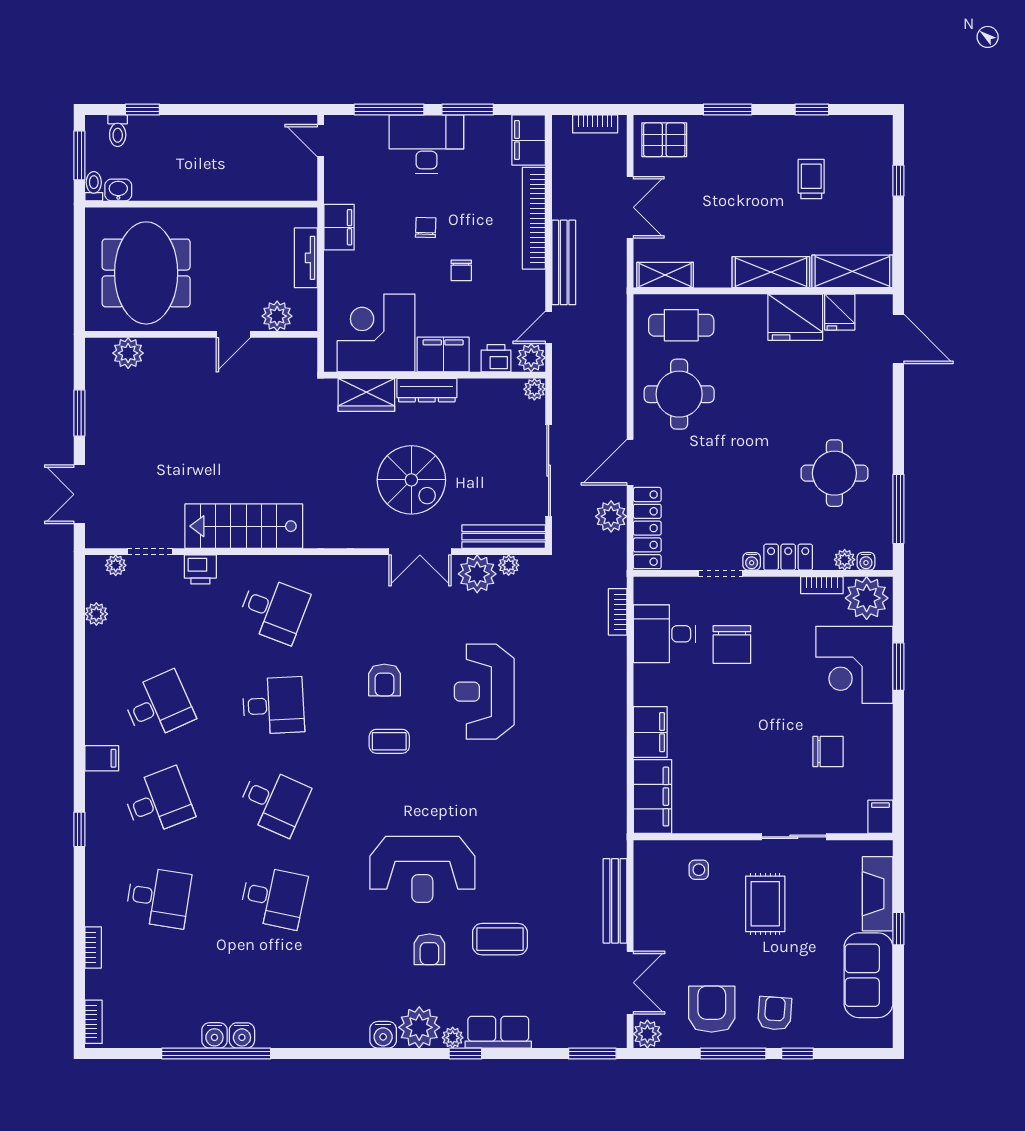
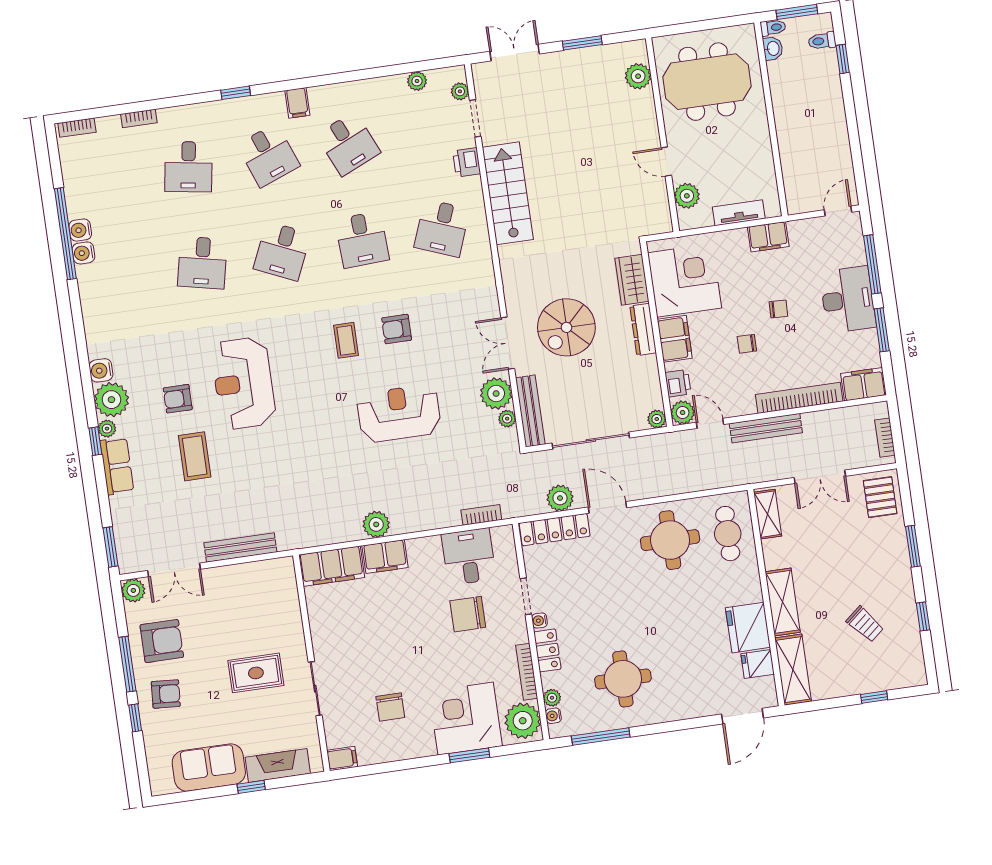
trolley: (811, 179) -> (865, 624), turned 50
bookcase: (822, 585) -> (527, 672), width x1.56
plant: (611, 737) -> (376, 524), added
side table: (699, 870) -> (276, 614), removed

